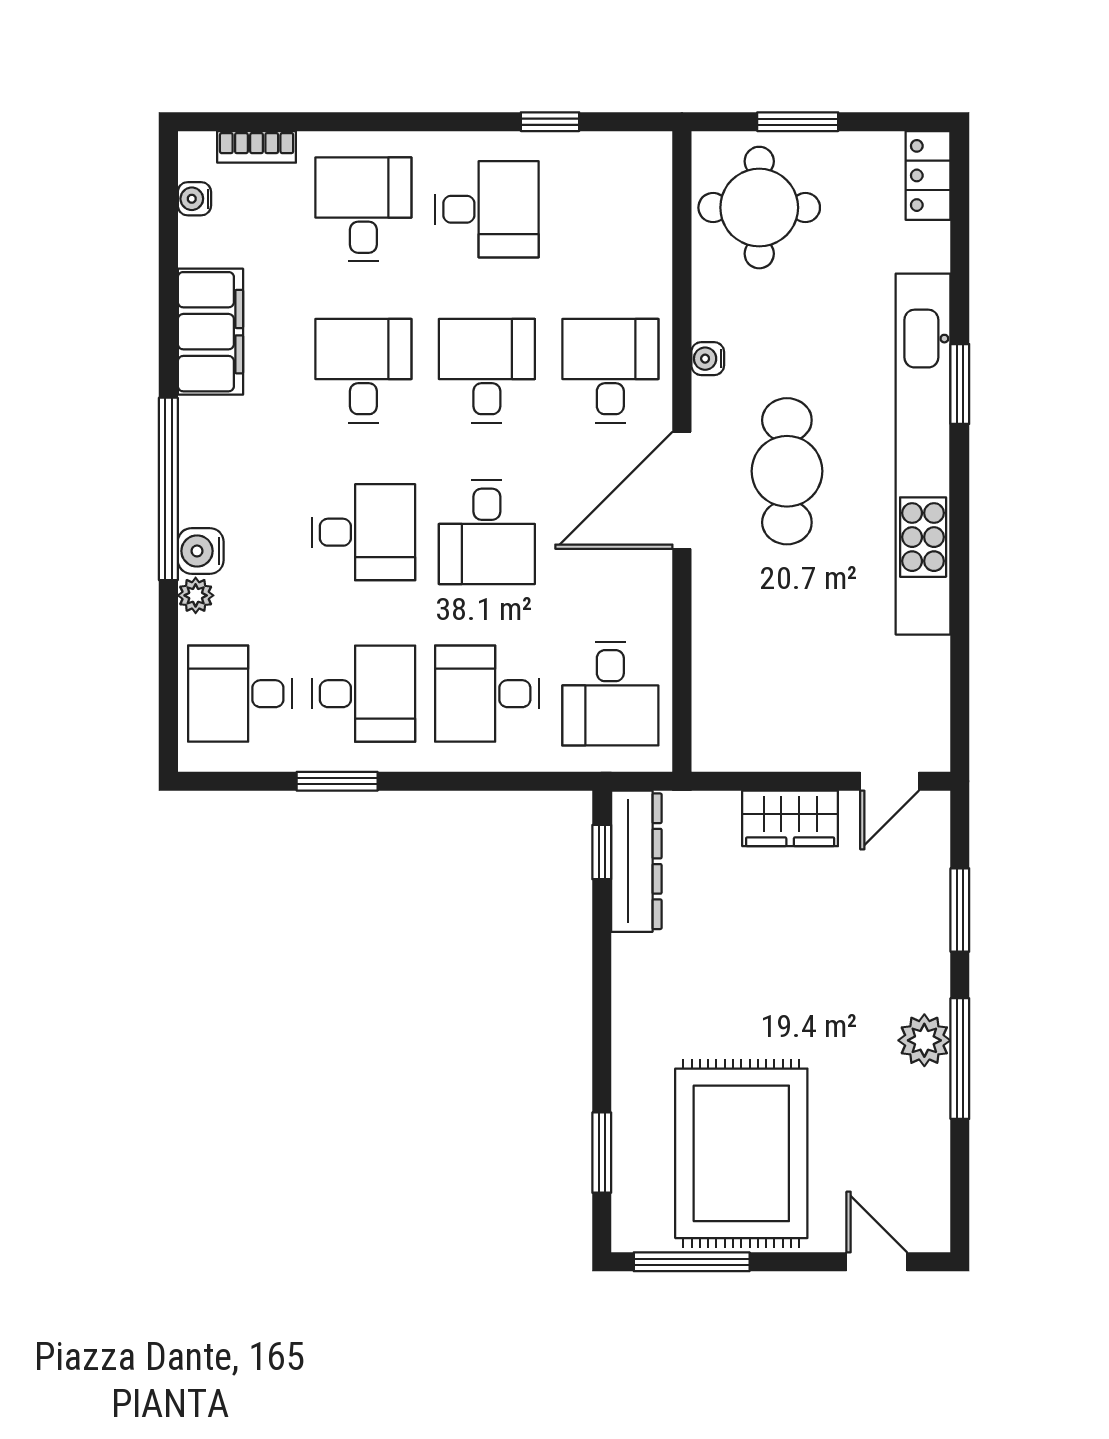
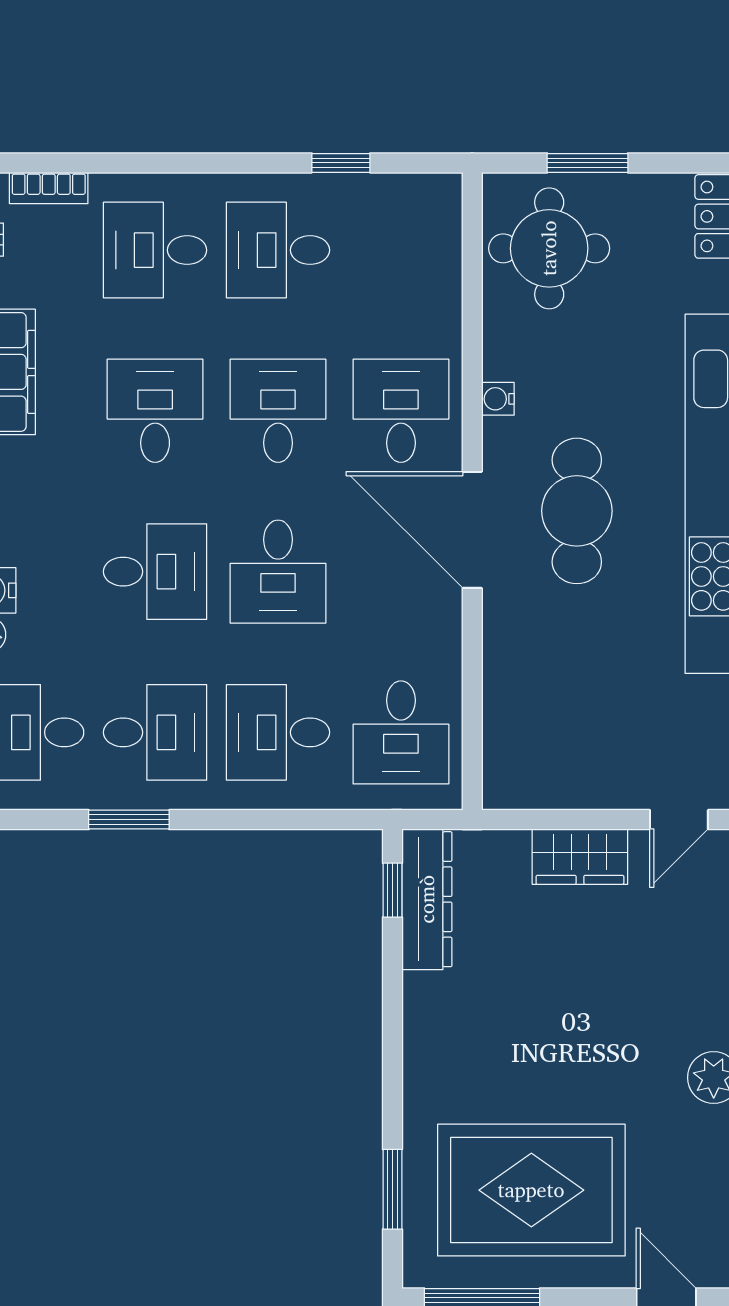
desk: (363, 209) -> (155, 250), turned -90
desk: (487, 209) -> (278, 250), turned 180
door: (682, 490) -> (472, 530), hinge flipped
rug: (741, 1153) -> (531, 1190), turned 90

